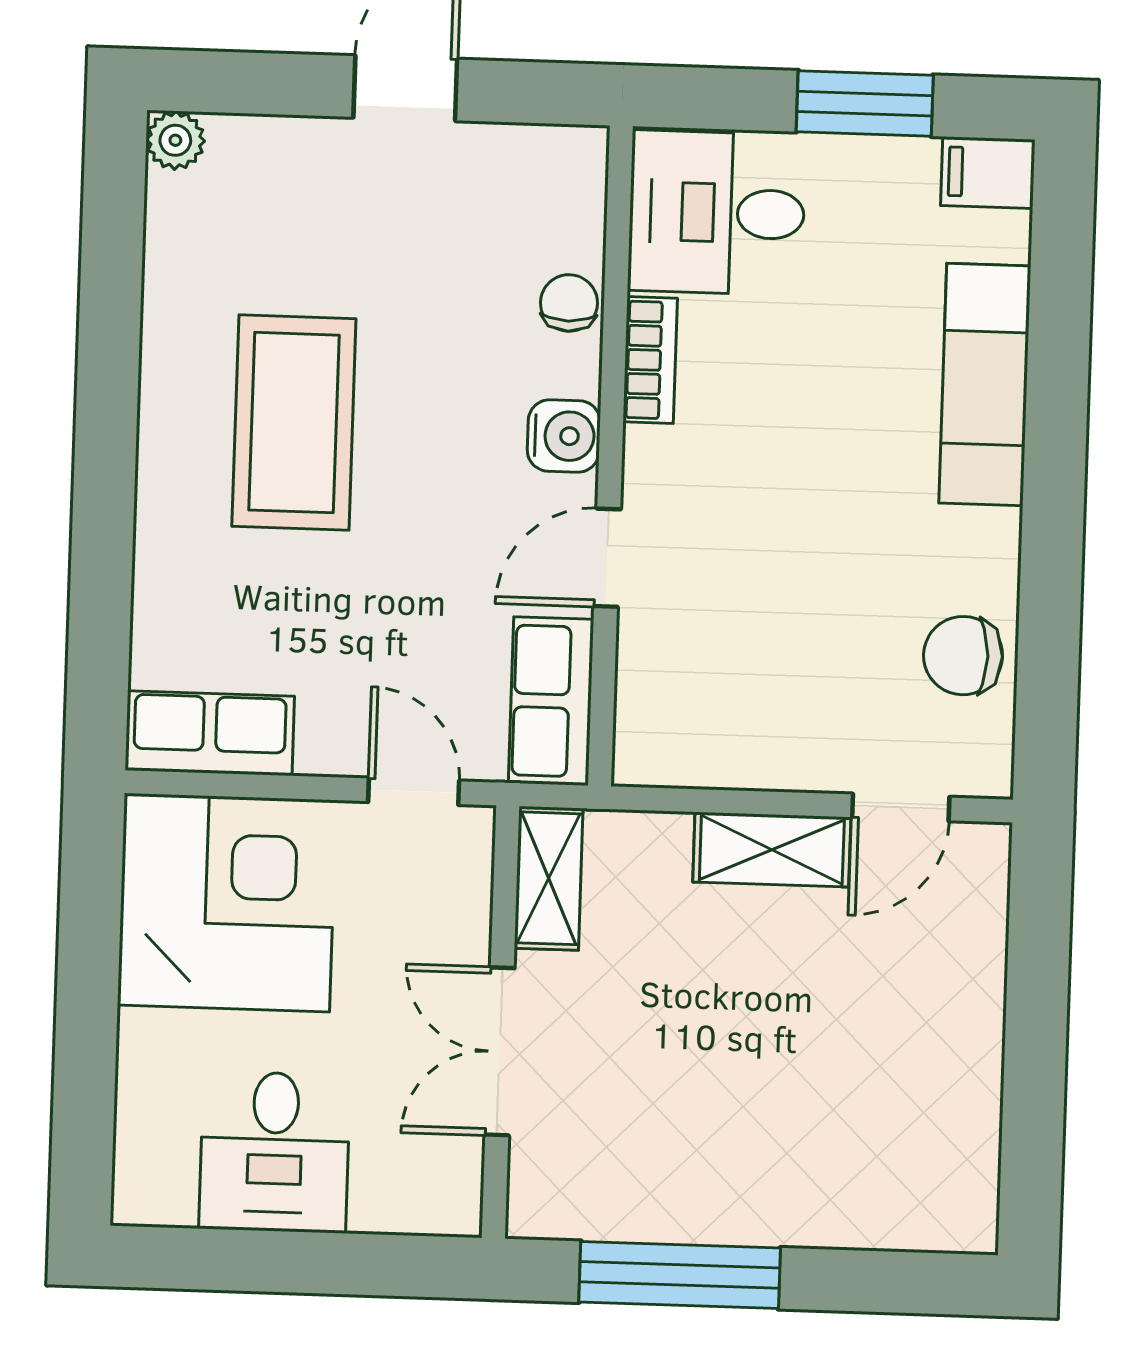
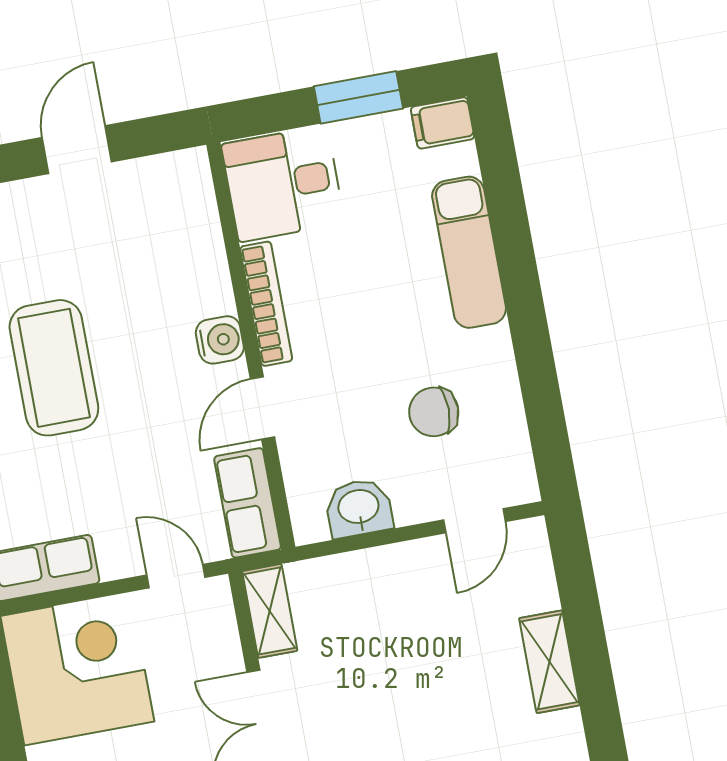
chair: (569, 303) -> (205, 258), removed
bookcase: (650, 360) -> (266, 304), width x1.56
chair: (963, 656) -> (434, 412), moved
washbasin: (724, 748) -> (359, 508), added
shelving: (772, 850) -> (549, 662), moved, turned 90

